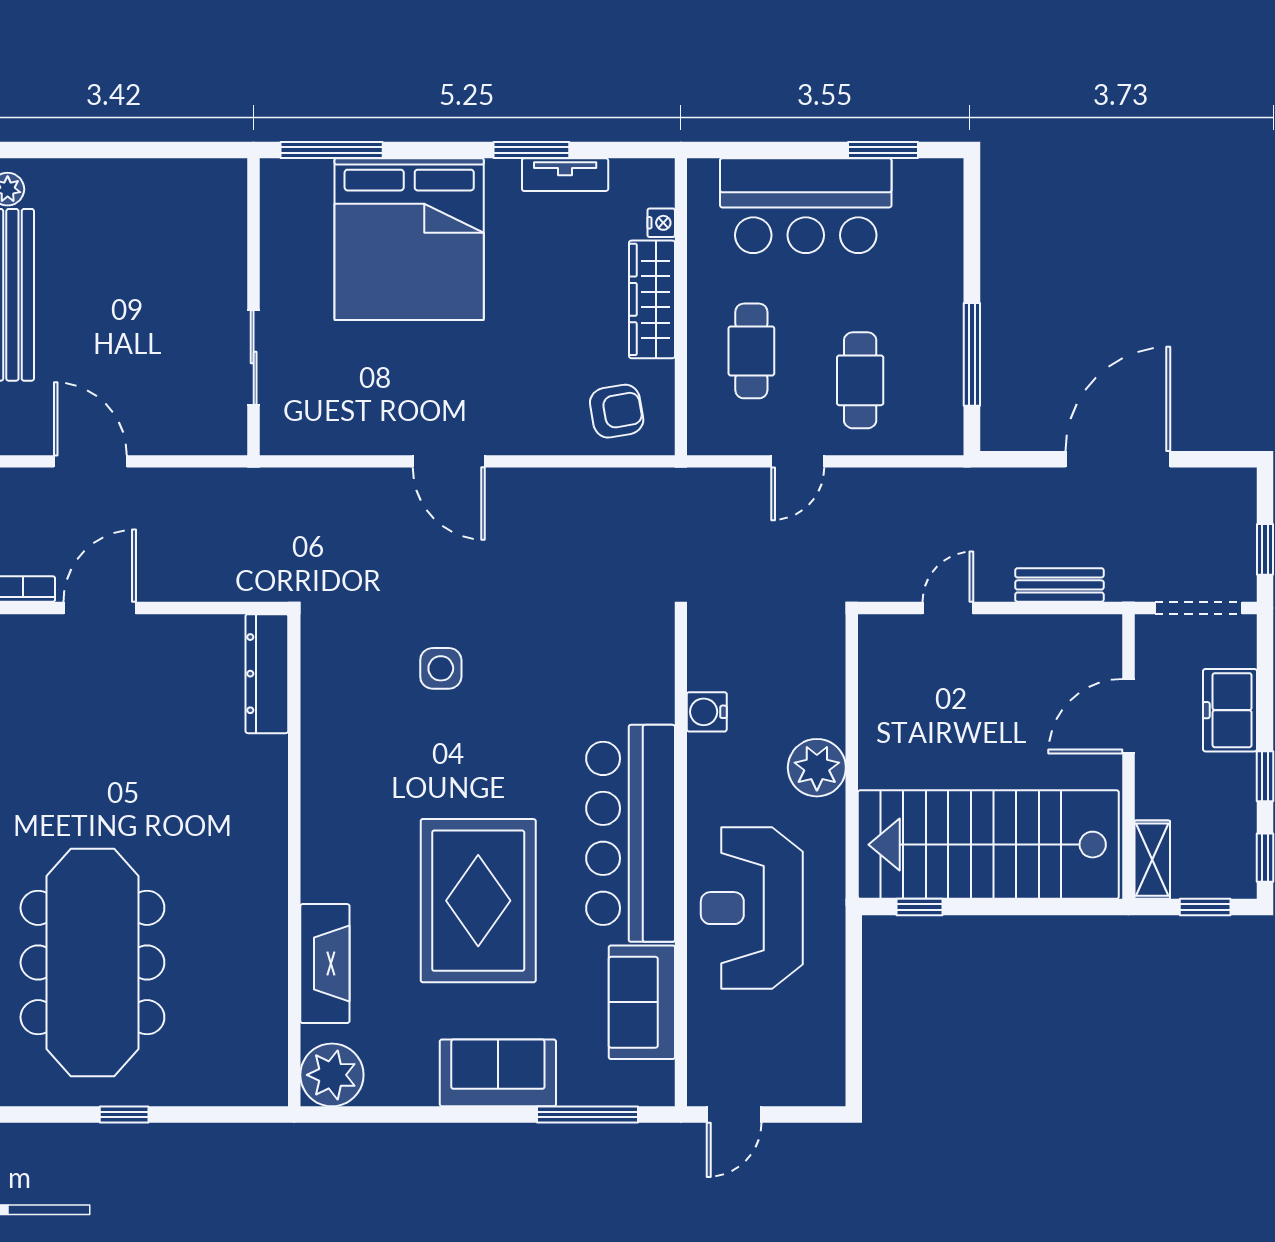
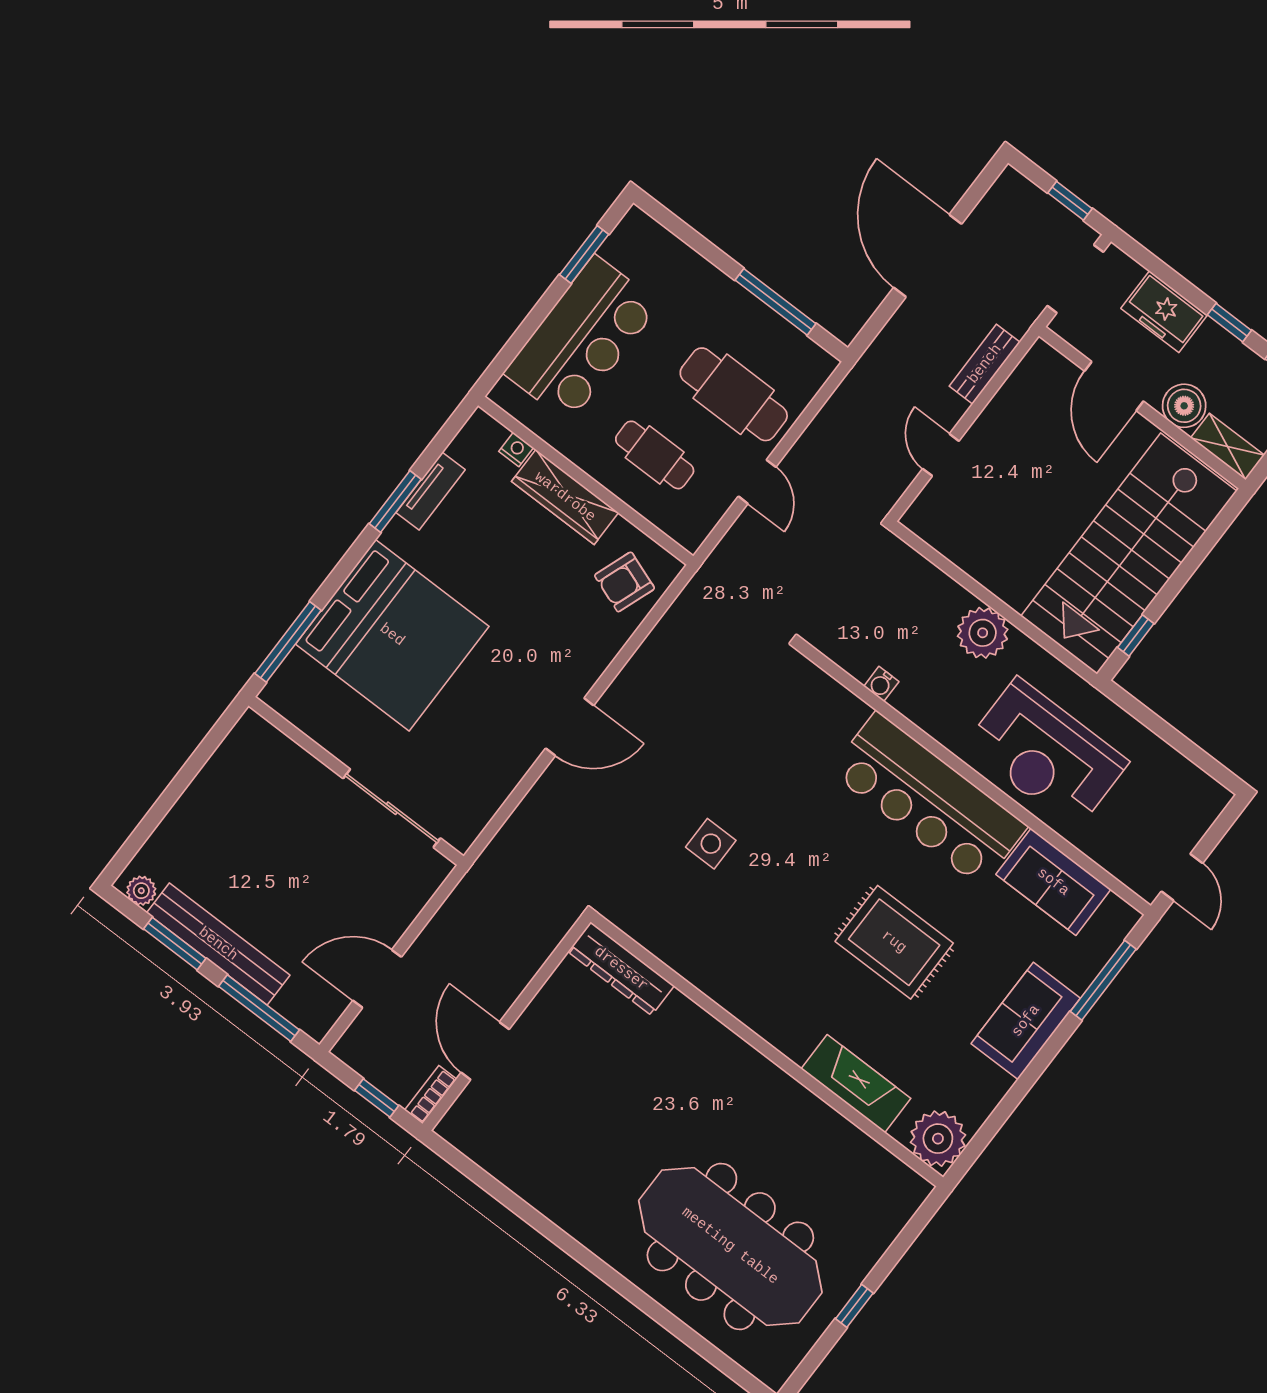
sliding door: (254, 358) -> (392, 808), width x1.37
cafe table: (860, 380) -> (734, 394), width x1.37, depth x1.35
armchair: (617, 411) -> (625, 582), turned -150
water cooler: (707, 712) -> (881, 684), width x0.72, depth x0.72
boiler: (1159, 793) -> (1184, 406), added
rug: (478, 901) -> (894, 942), width x0.73, depth x0.69

